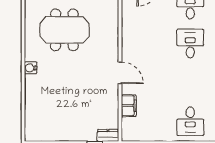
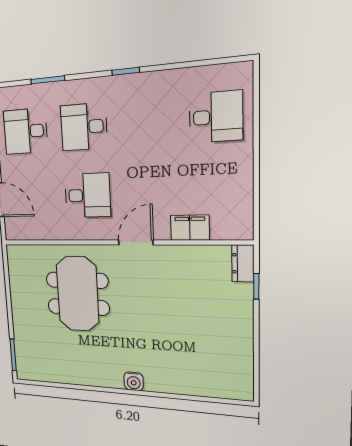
meeting table: (64, 30) -> (78, 294), moved
desk: (149, 43) -> (88, 195), added

